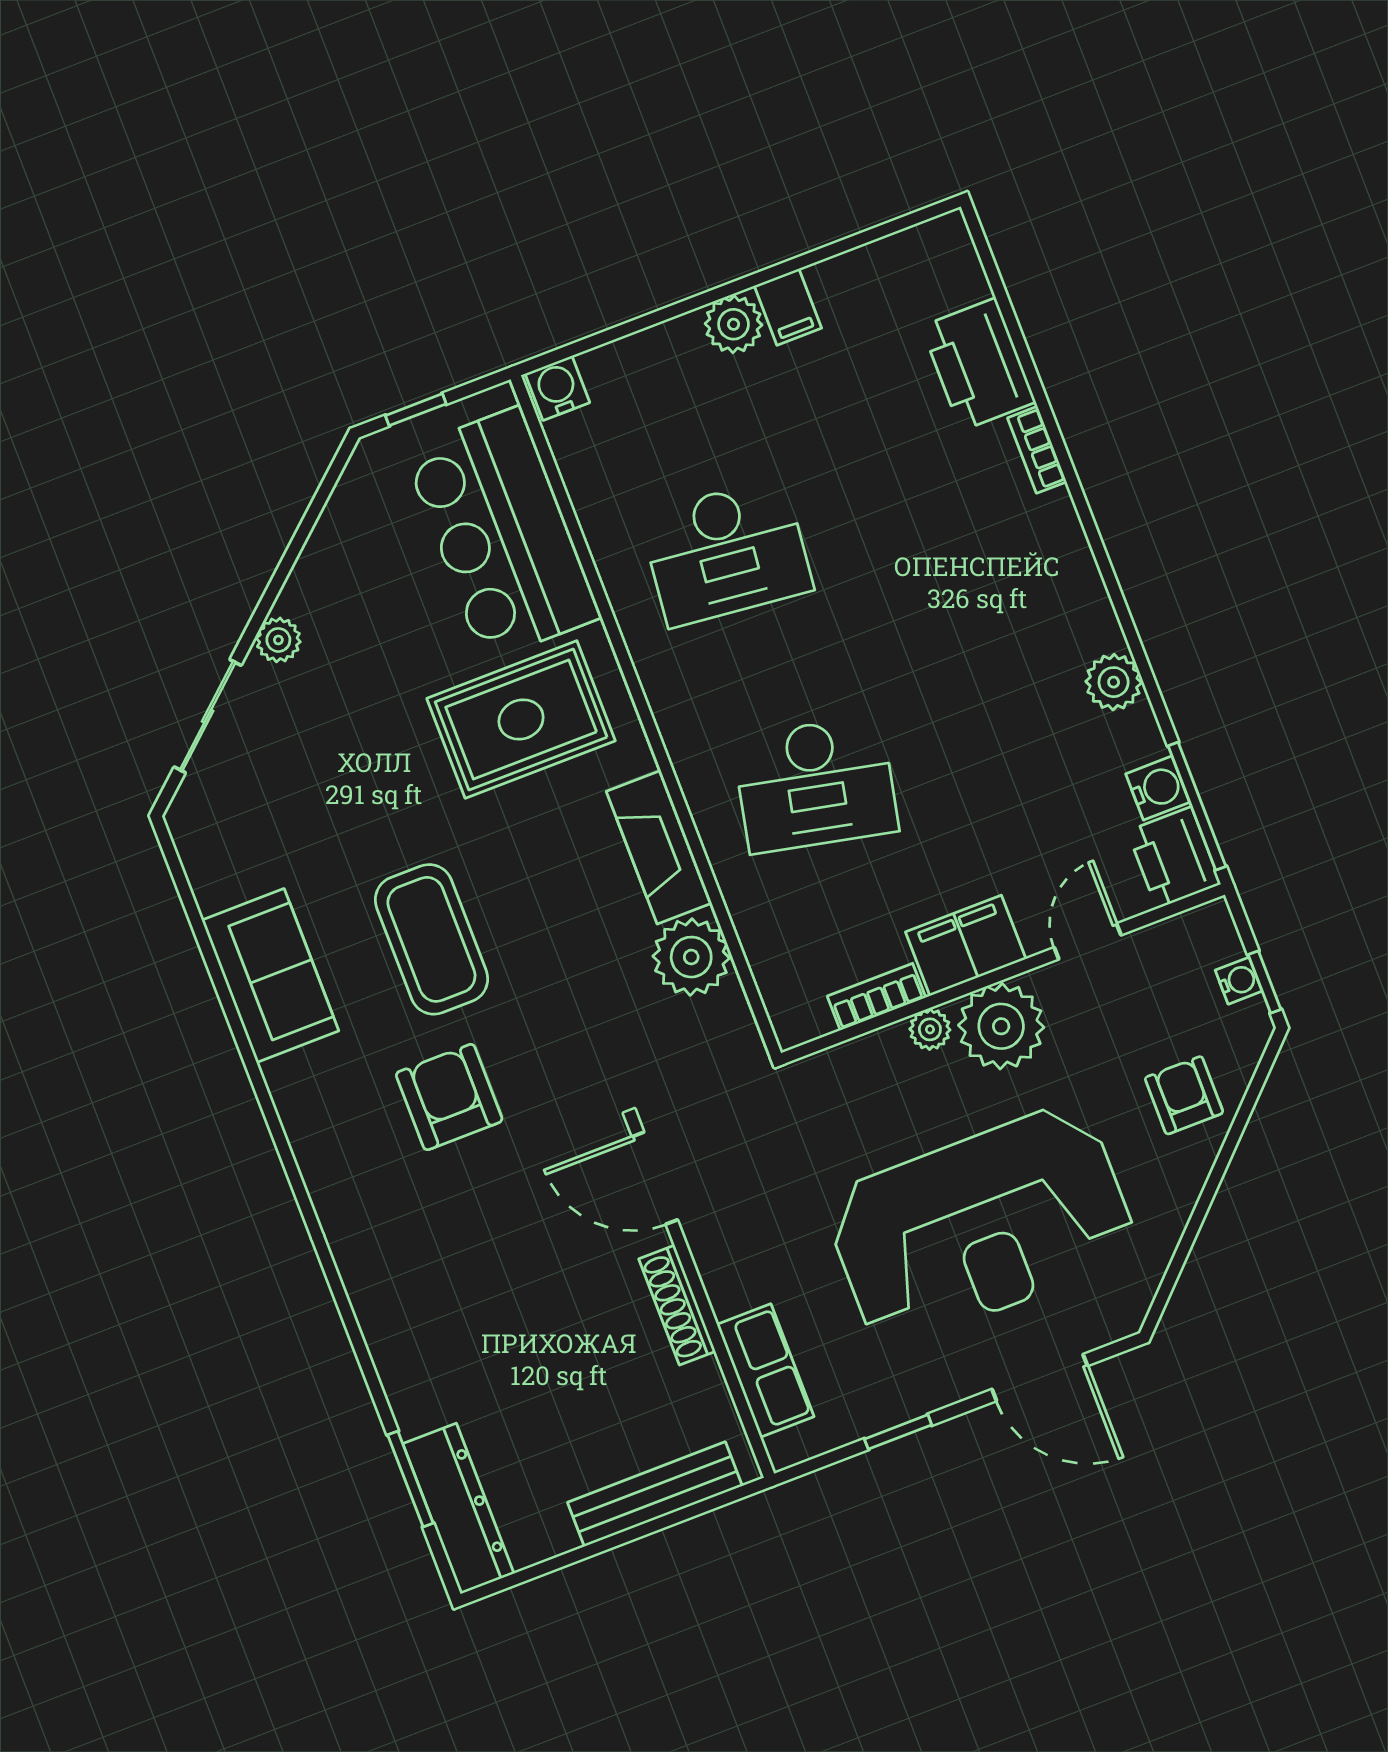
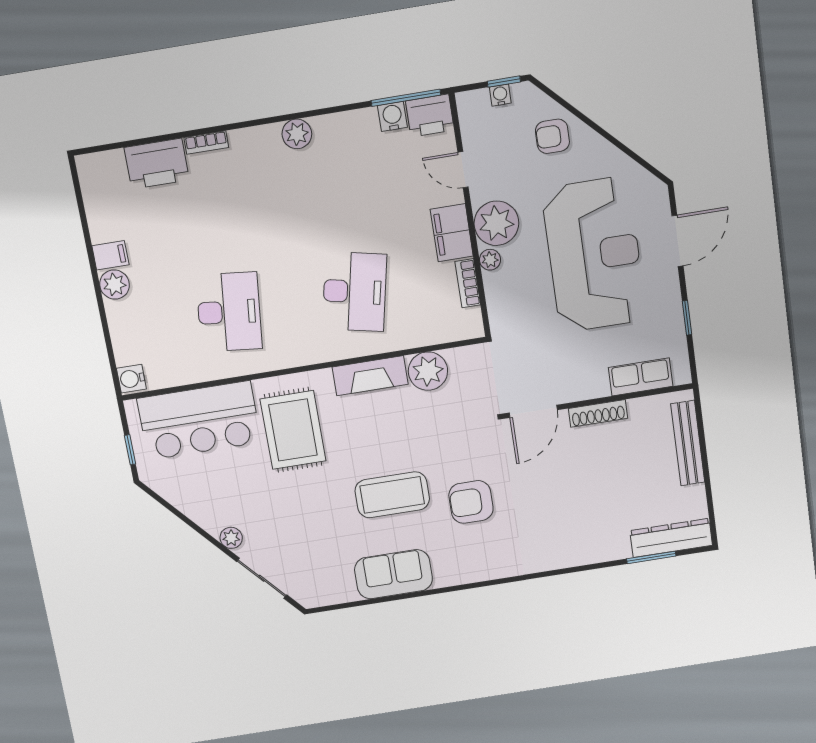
plant: (1114, 682) -> (297, 134), moved

